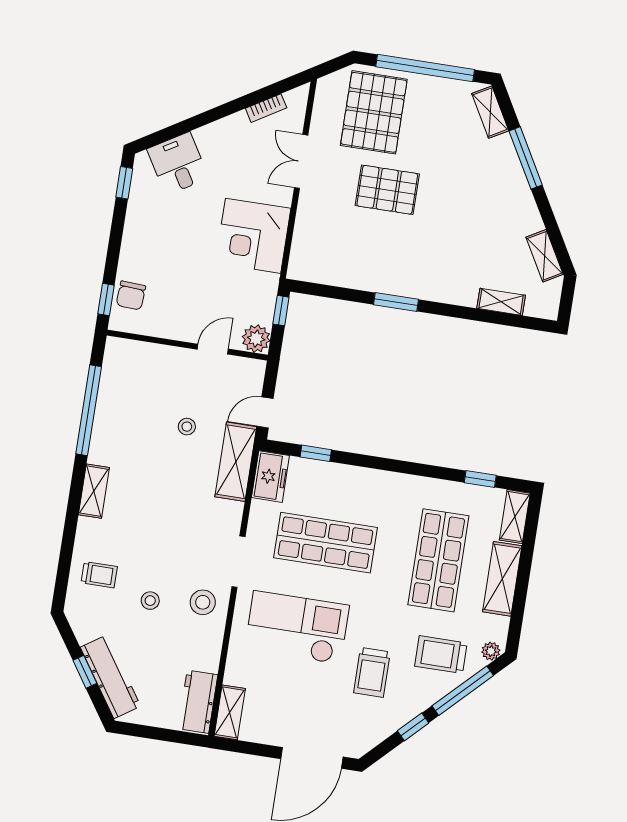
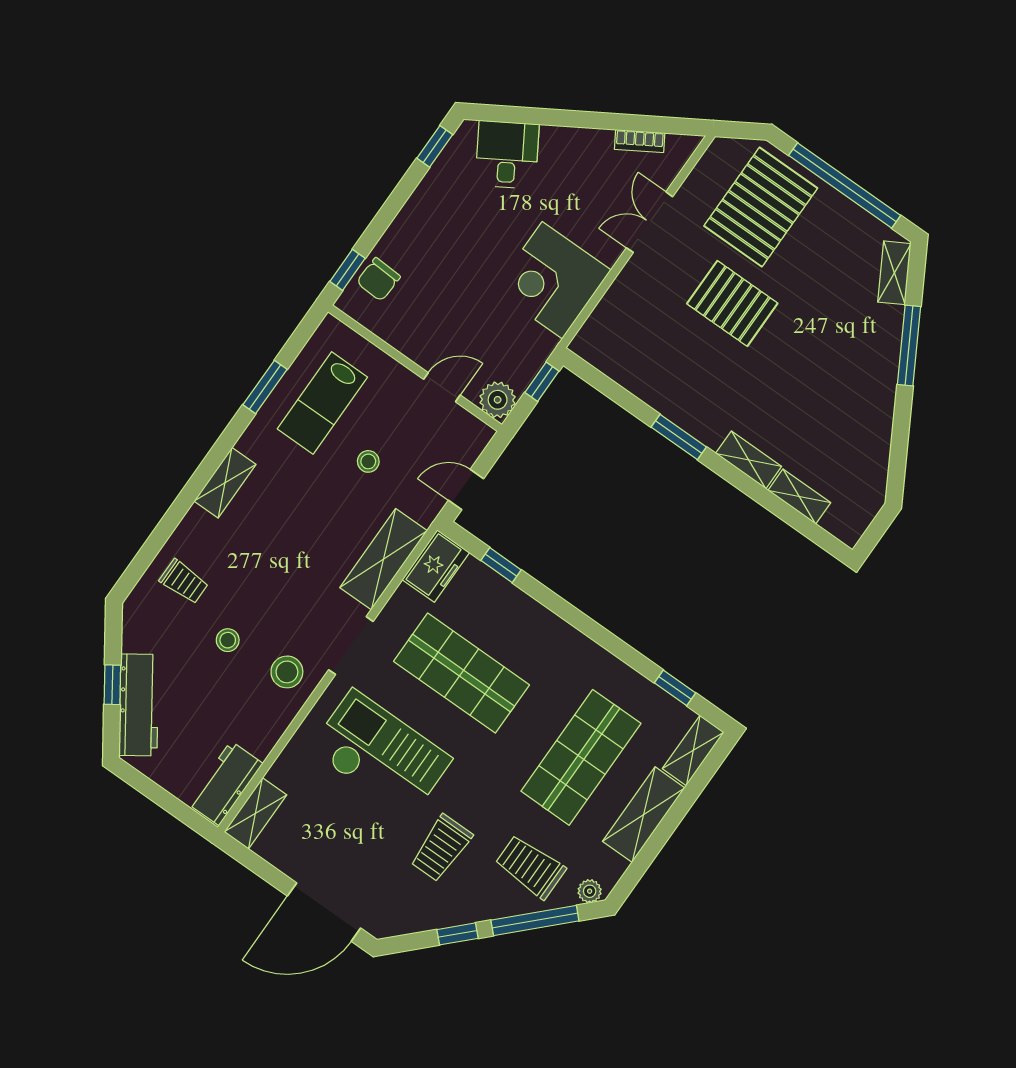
shelving: (545, 256) -> (749, 460), moved, turned -60
lab bench: (134, 401) -> (322, 403), added
window: (89, 410) -> (265, 387), width x0.47
shelving: (236, 462) -> (384, 559), moved

